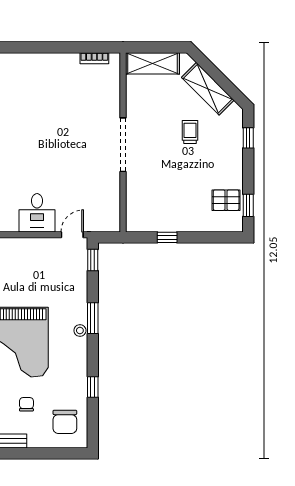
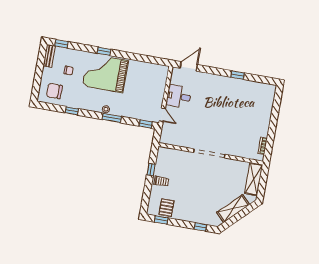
trolley: (190, 132) -> (161, 181), moved

